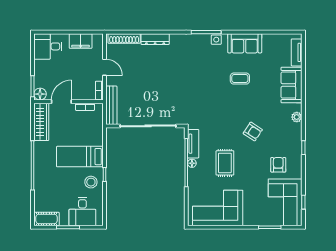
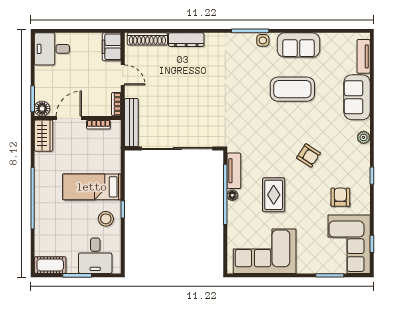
filing cabinet: (81, 41) -> (112, 47), moved, turned 90
coffee table: (240, 79) -> (292, 89), width x1.86, depth x1.72
wardrobe: (41, 122) -> (44, 136), width x0.67

